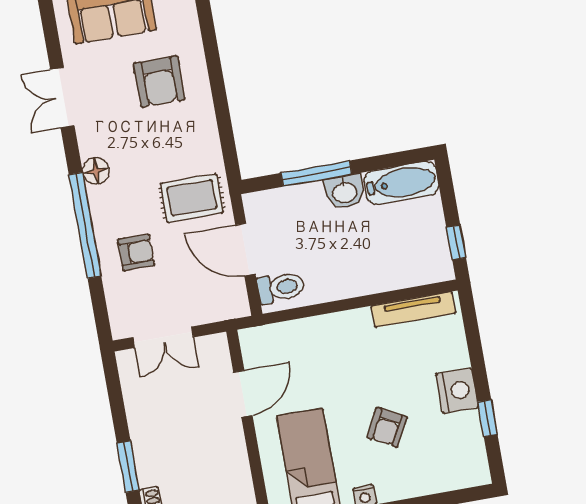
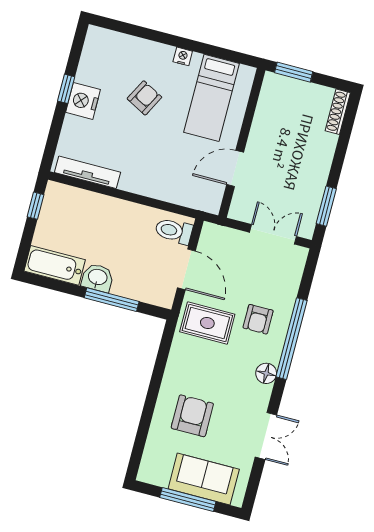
armchair: (136, 252) -> (258, 319), moved, turned -90
window: (487, 418) -> (66, 89), moved
window: (128, 467) -> (326, 206), moved

